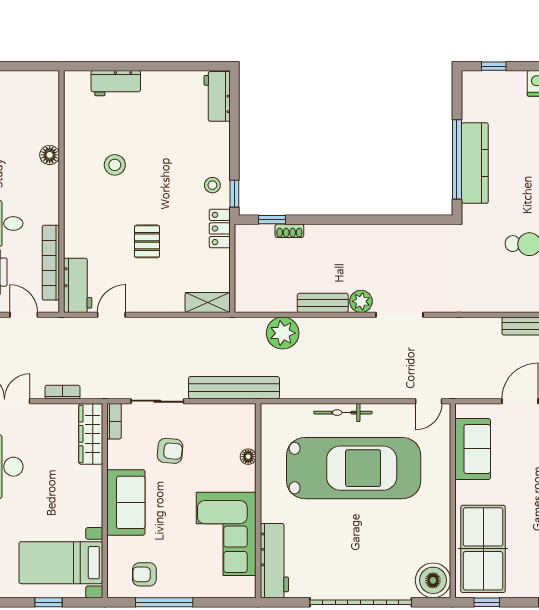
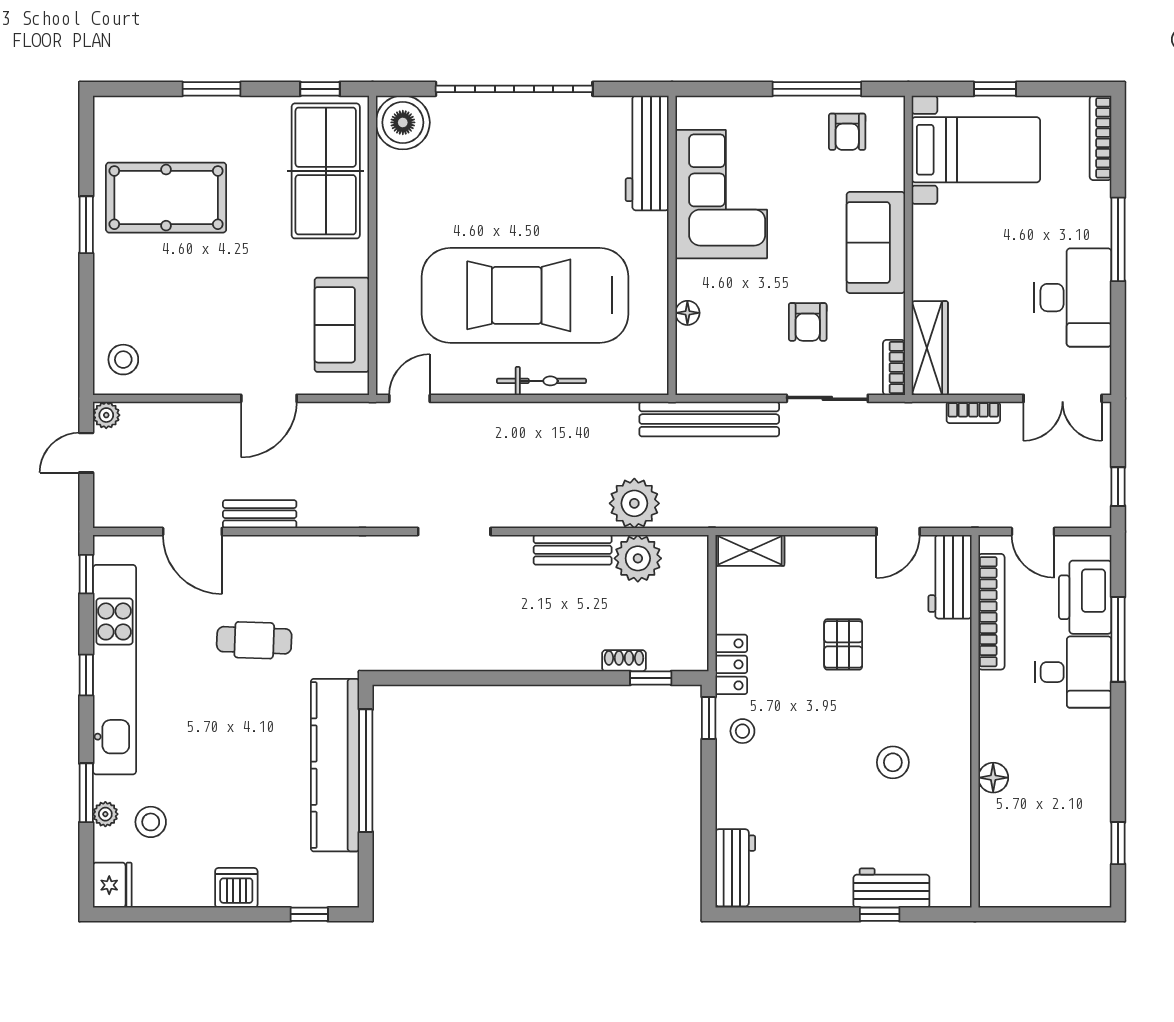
window: (123, 66) -> (880, 914), added
kitchen counter: (475, 163) -> (335, 765), width x1.39, depth x1.17
plant: (361, 301) -> (638, 558), moved, width x1.36, depth x1.36
armchair: (170, 451) -> (808, 322), turned -95
armchair: (144, 574) -> (847, 132), turned 90

